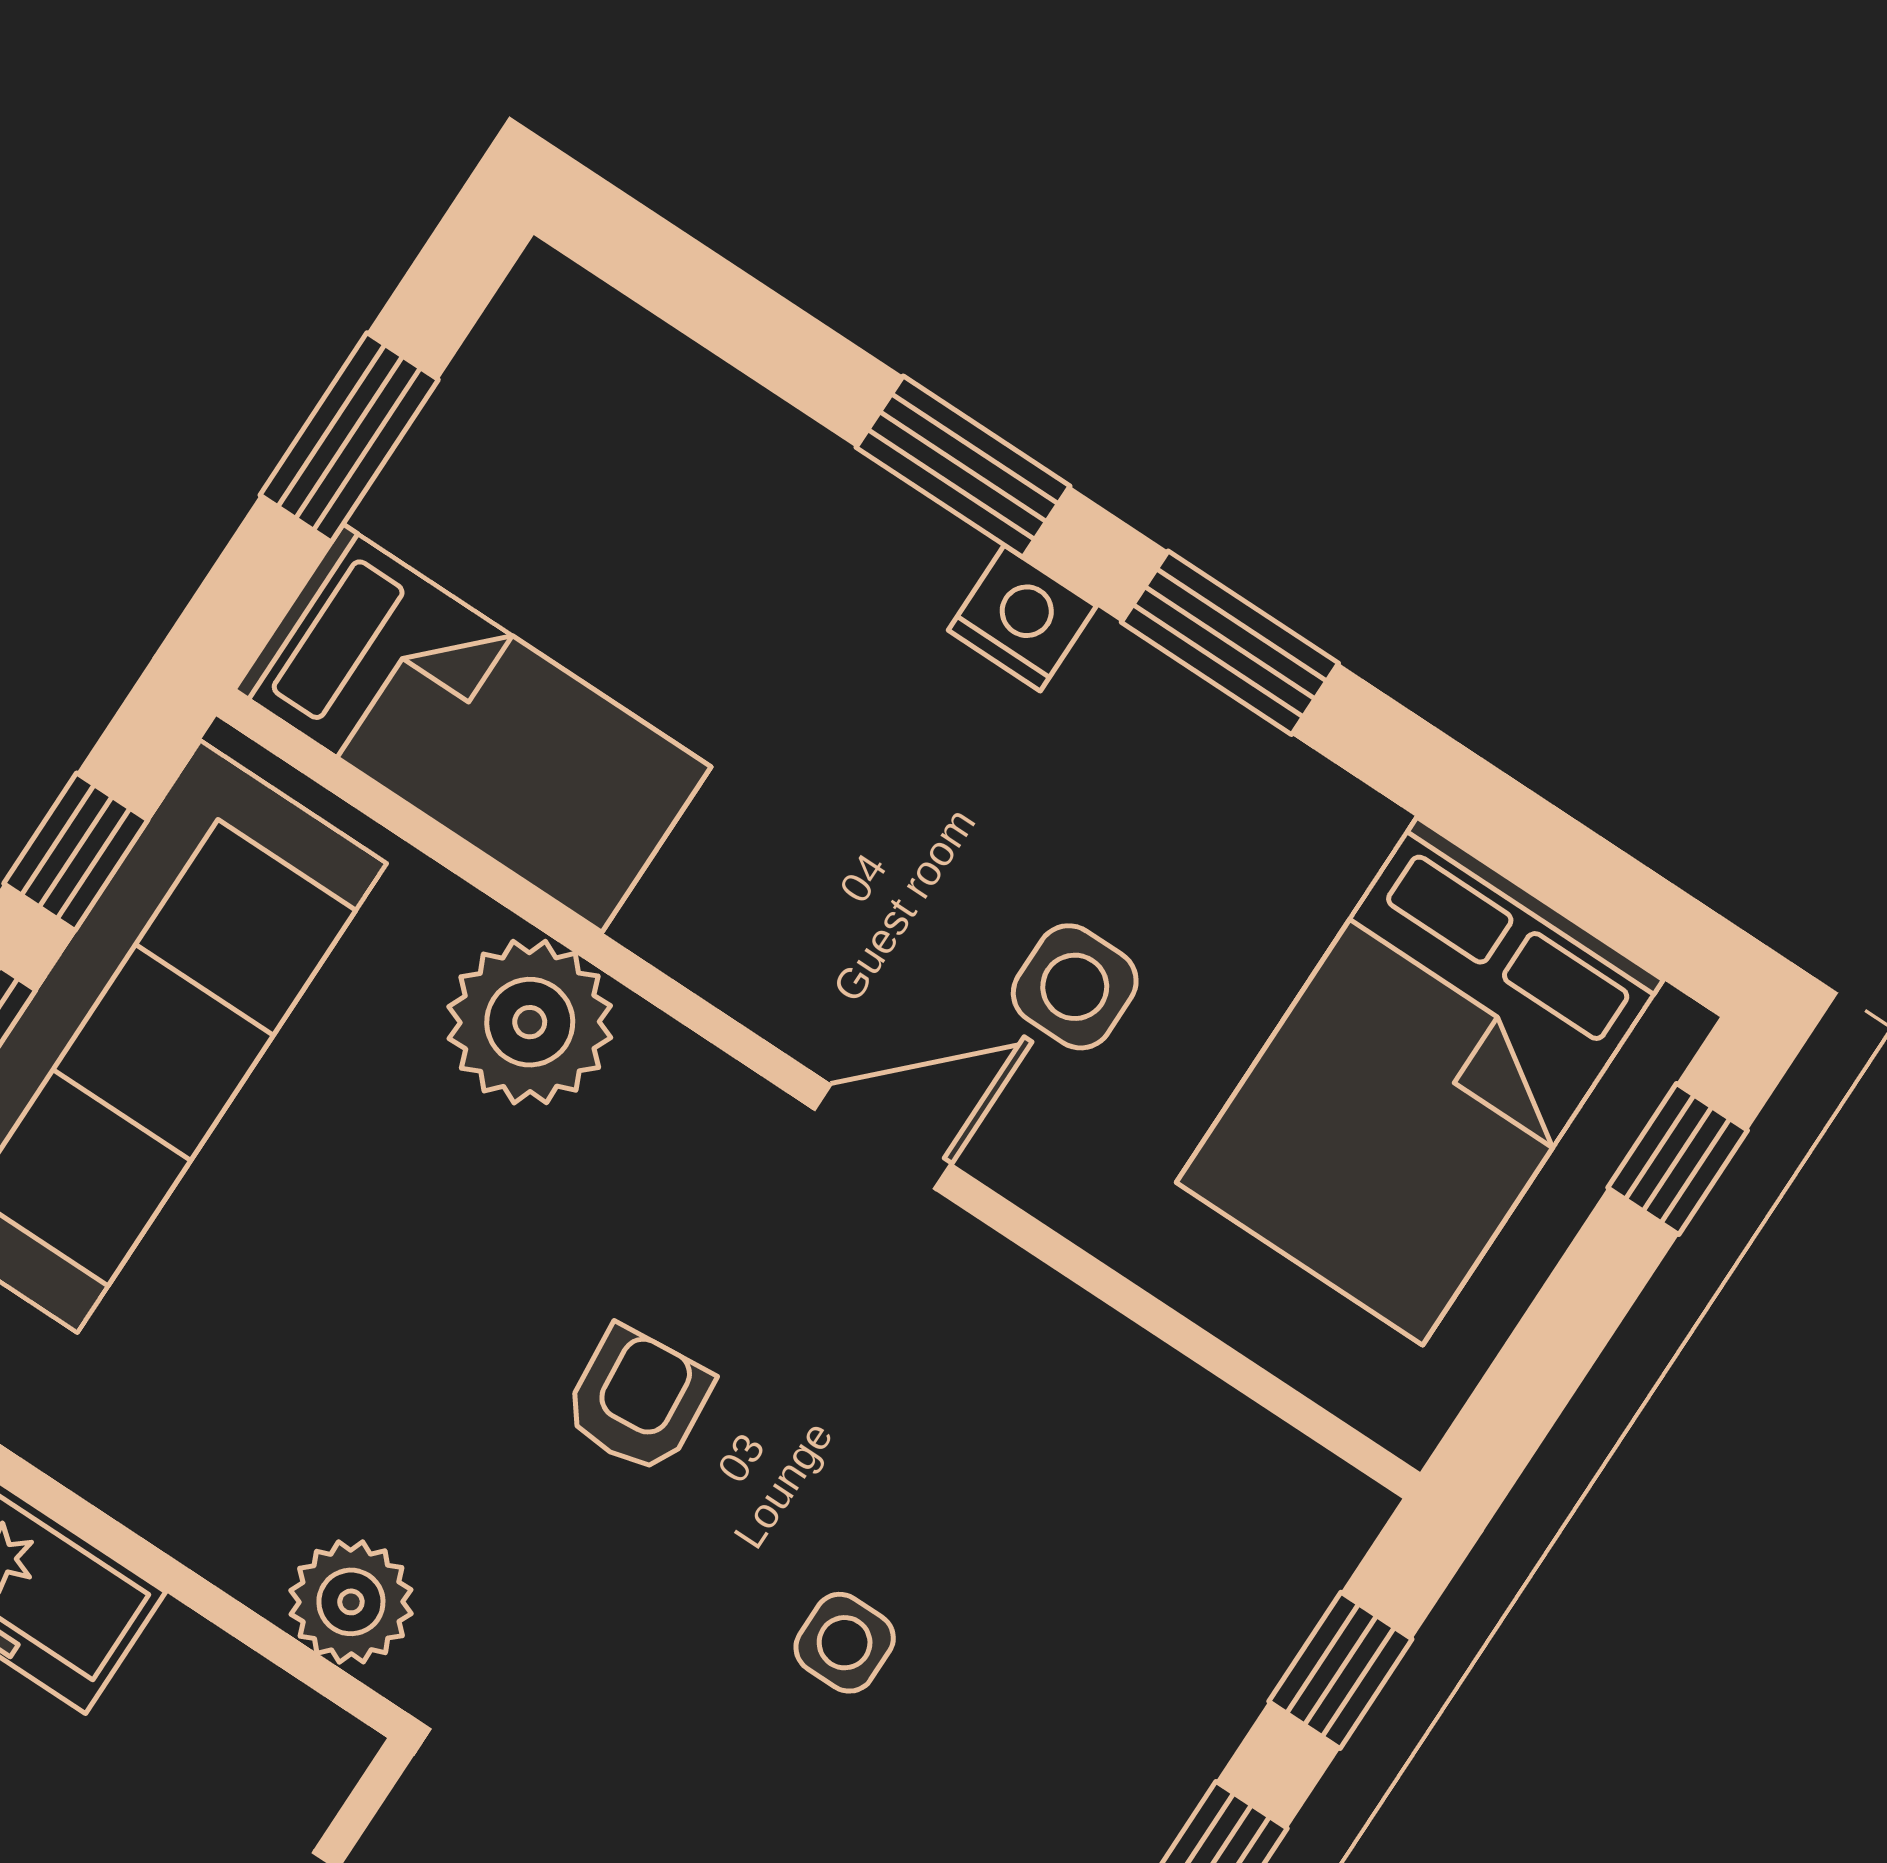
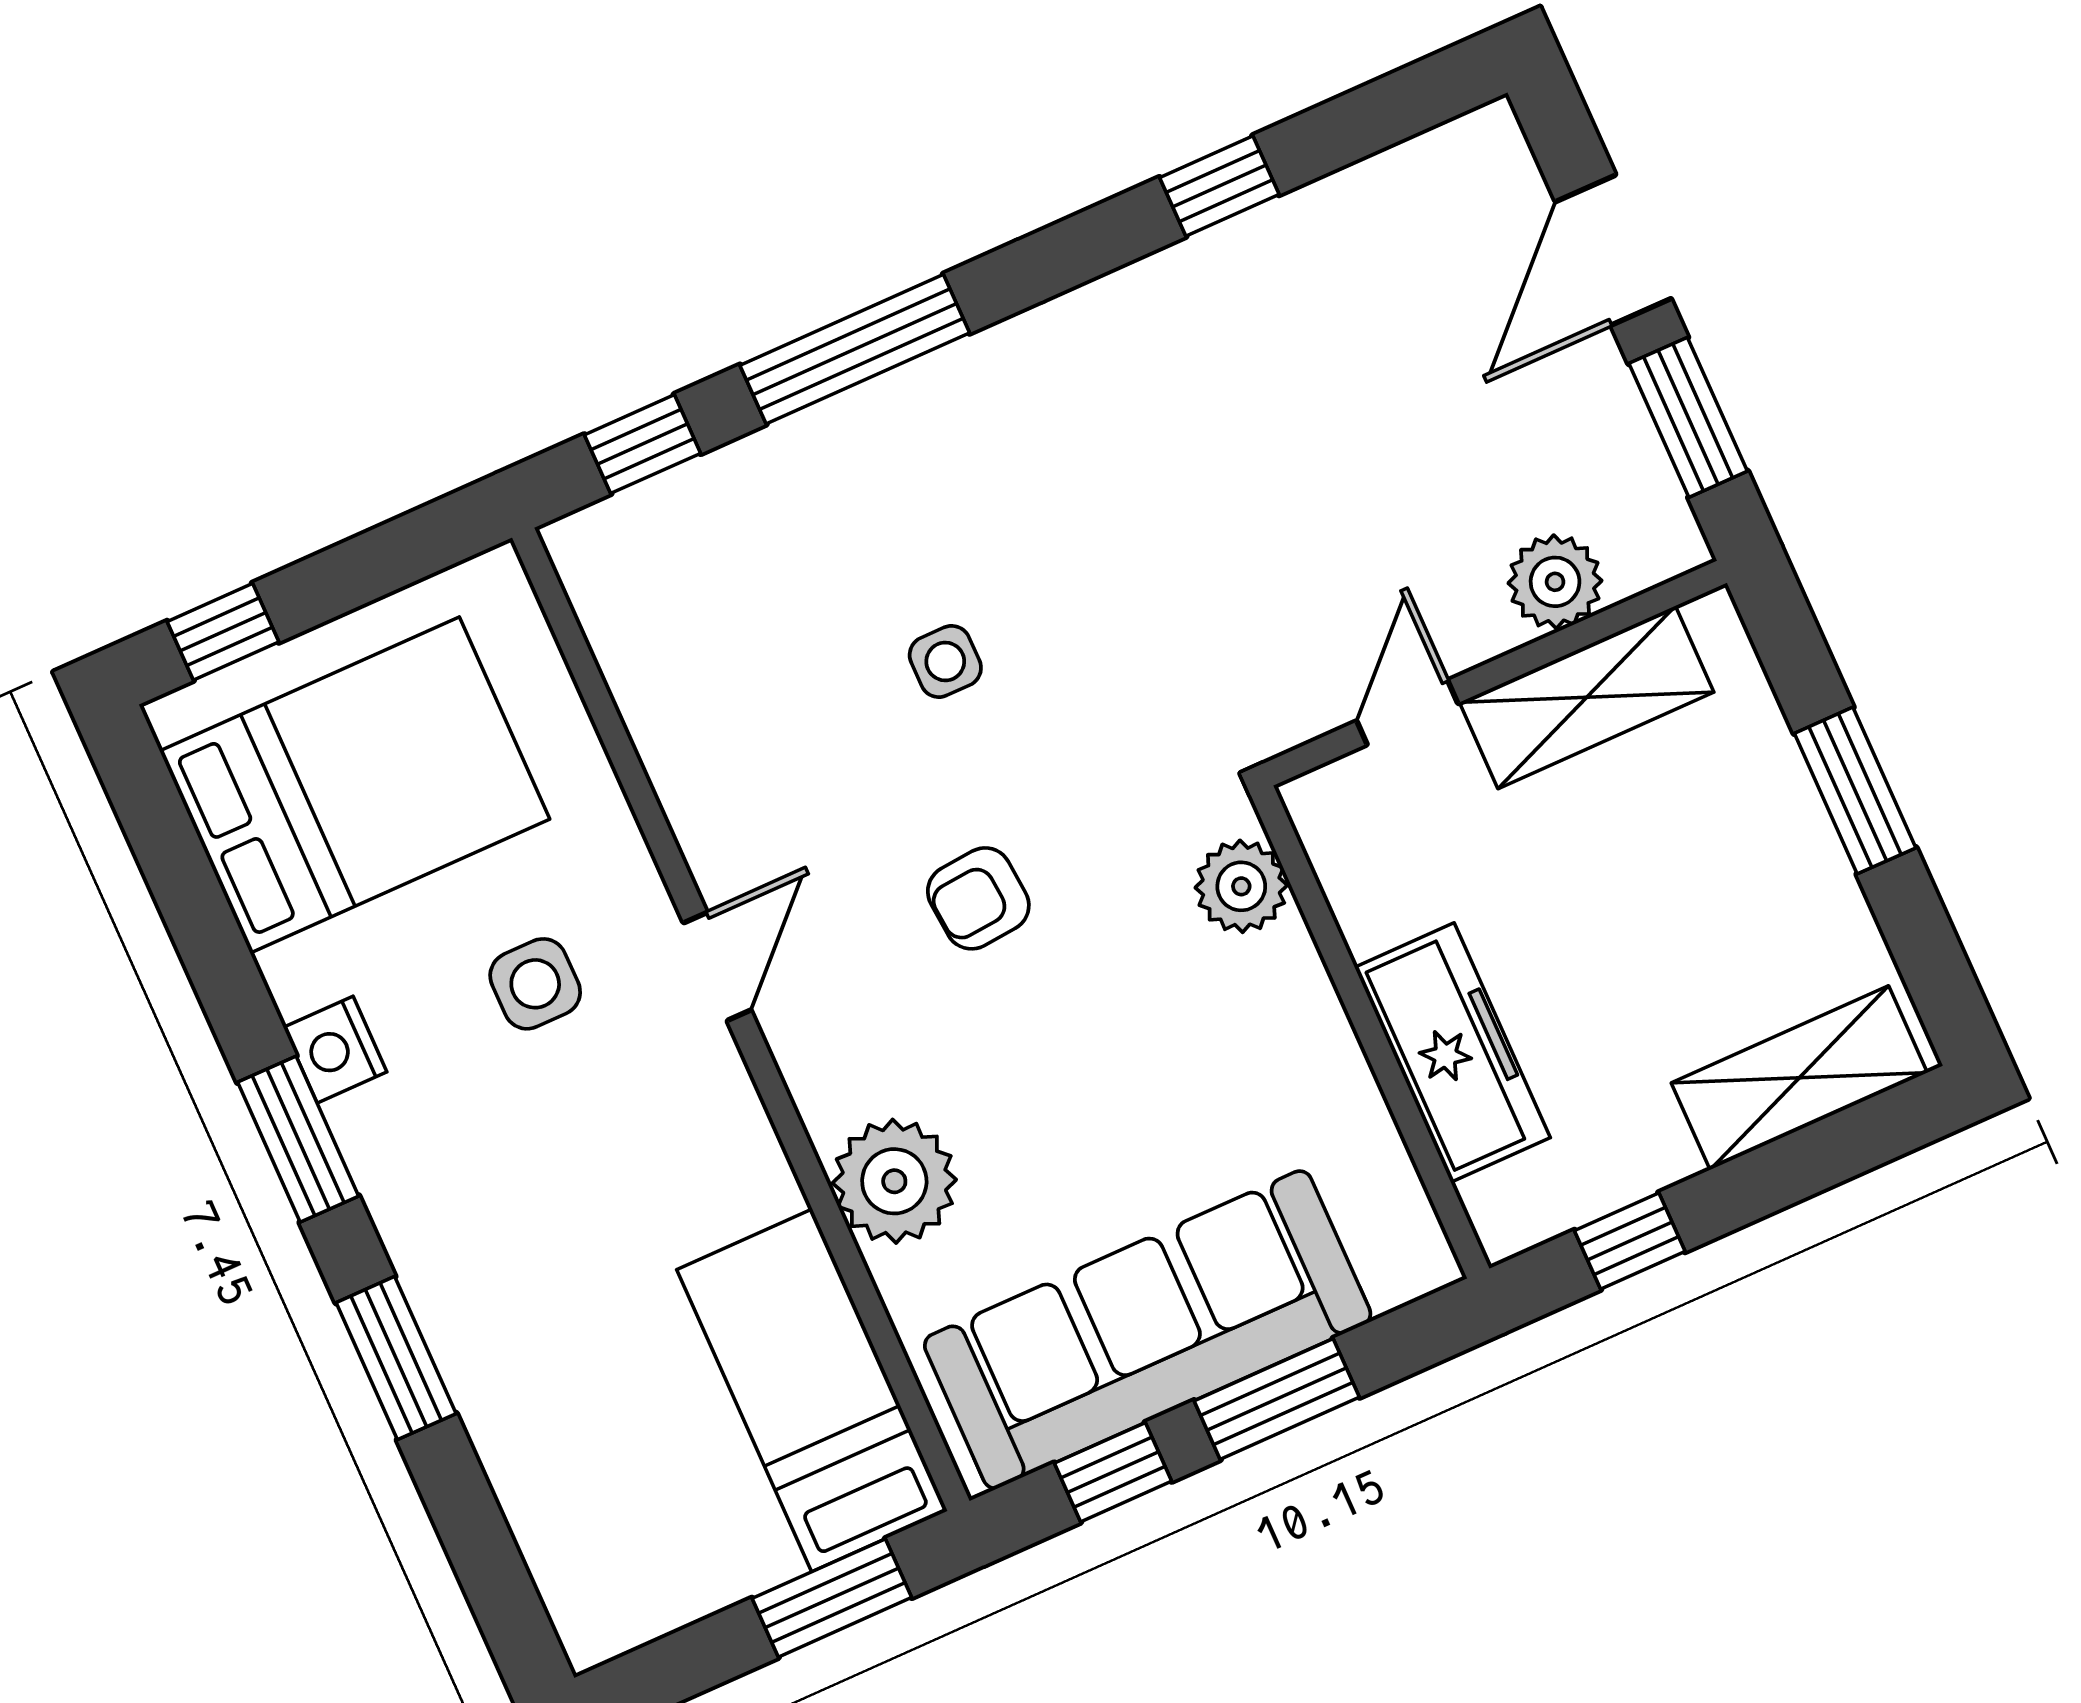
window: (349, 437) -> (832, 1598), moved
nightstand: (1022, 618) -> (335, 1050), moved
door: (883, 1137) -> (717, 966), swing flipped

